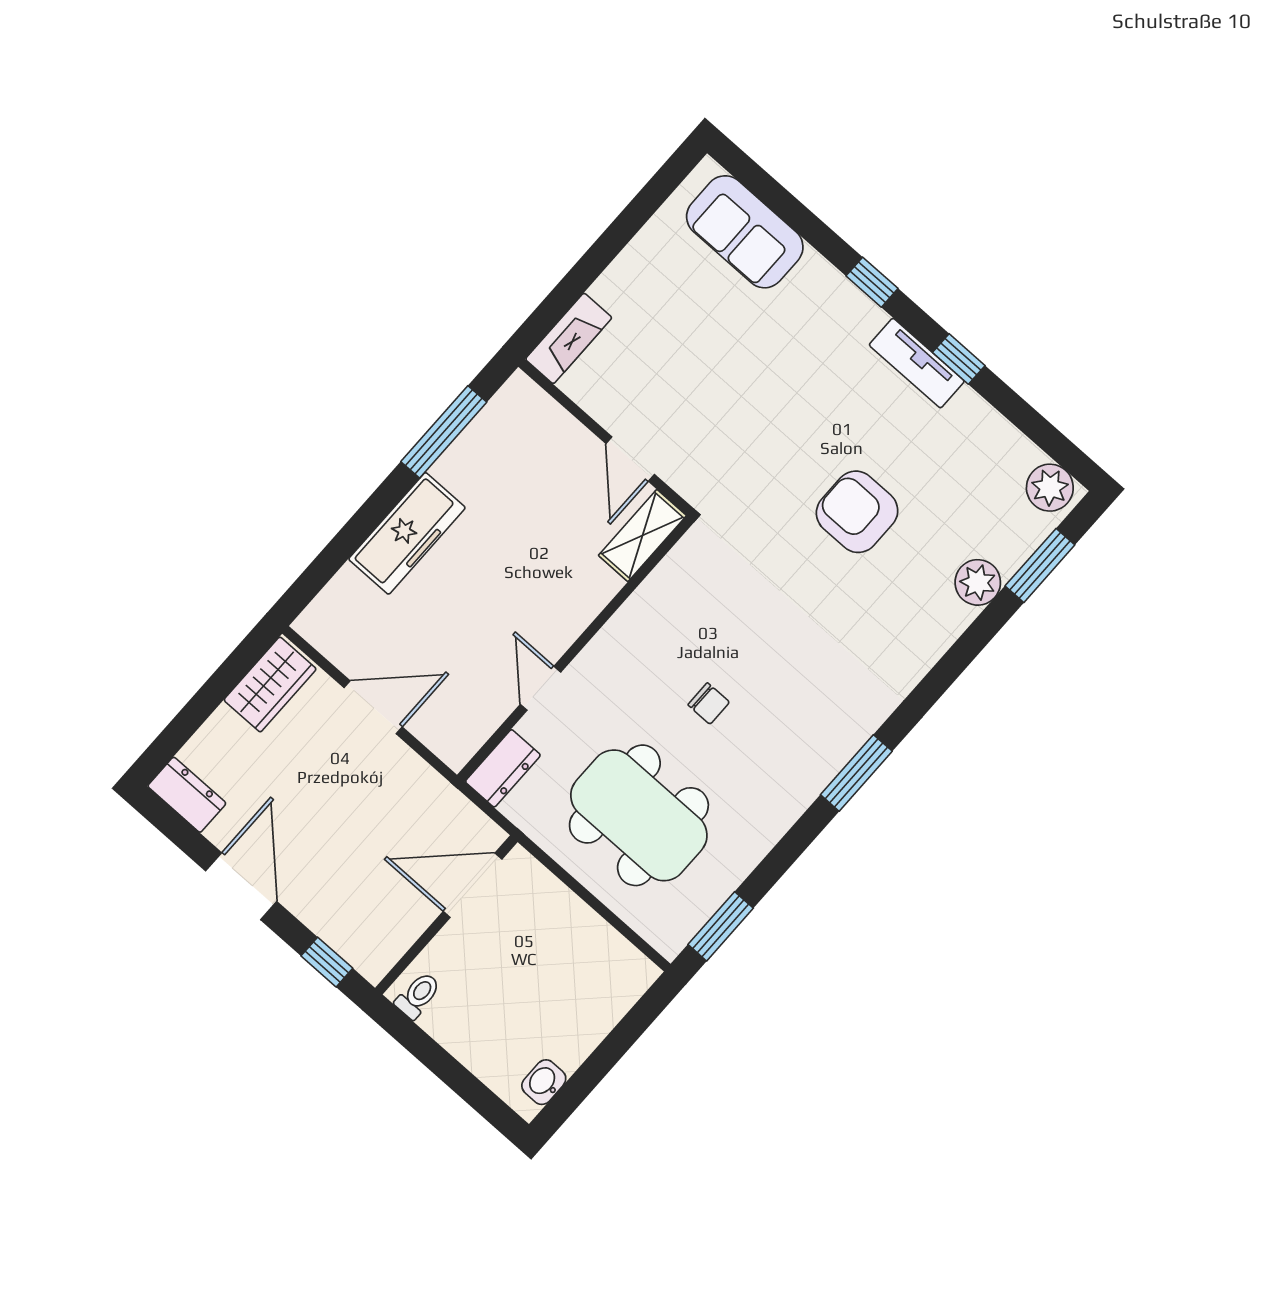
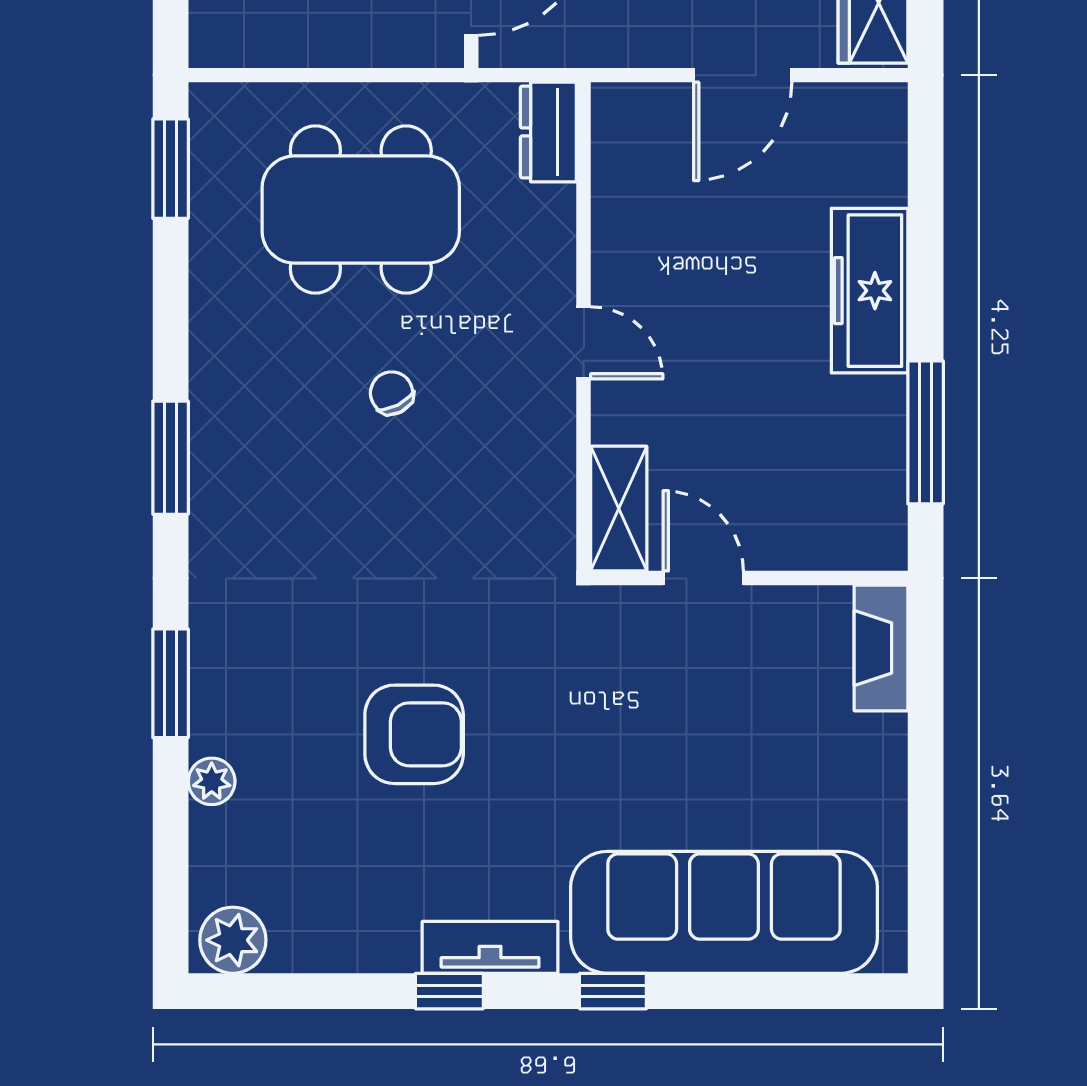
sofa: (745, 232) -> (724, 912), width x1.85, depth x1.27
window: (1040, 565) -> (171, 683), moved
plant: (978, 582) -> (212, 781), width x0.73, depth x0.73
door: (541, 688) -> (584, 343), moved
chair: (709, 703) -> (392, 393), turned 63

